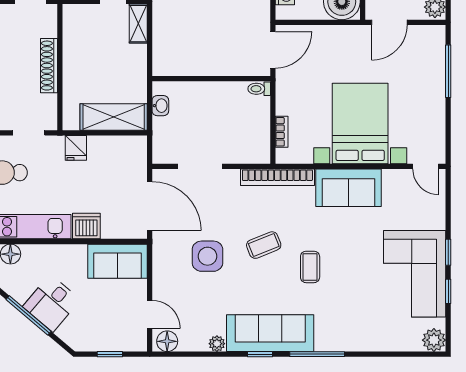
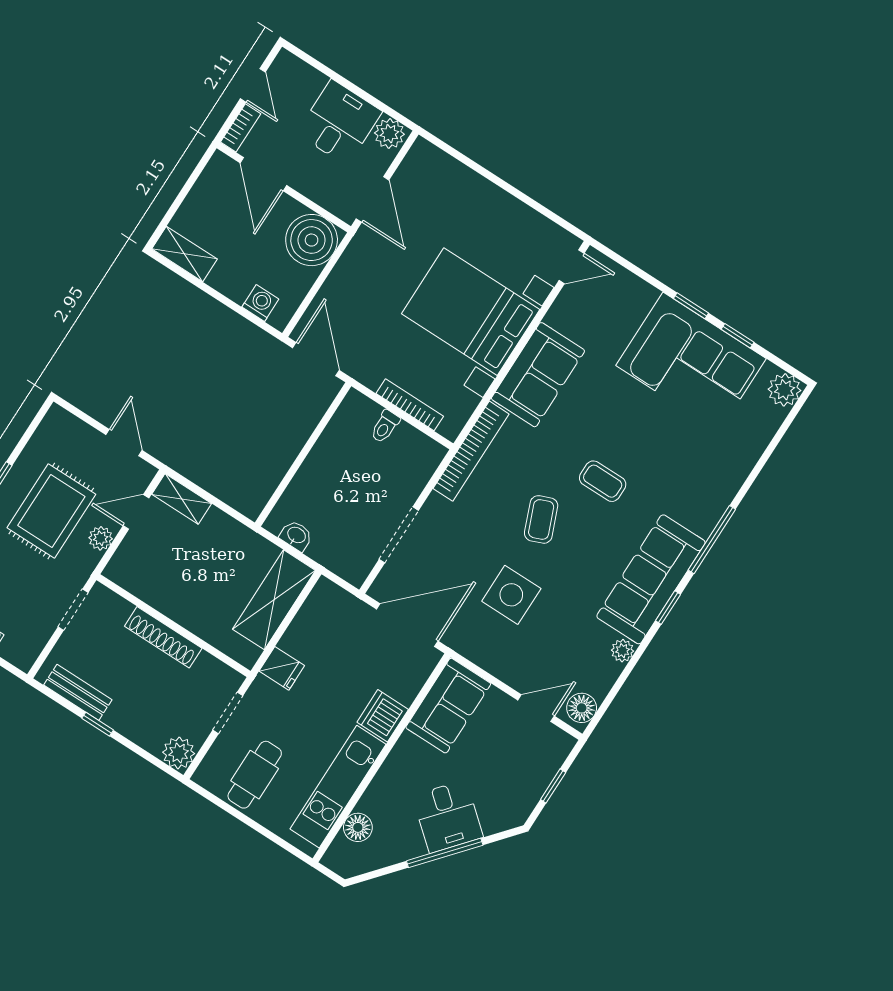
window: (448, 71) -> (476, 167), removed
toilet: (259, 89) -> (385, 426), moved
bookcase: (282, 132) -> (410, 405), width x1.56

